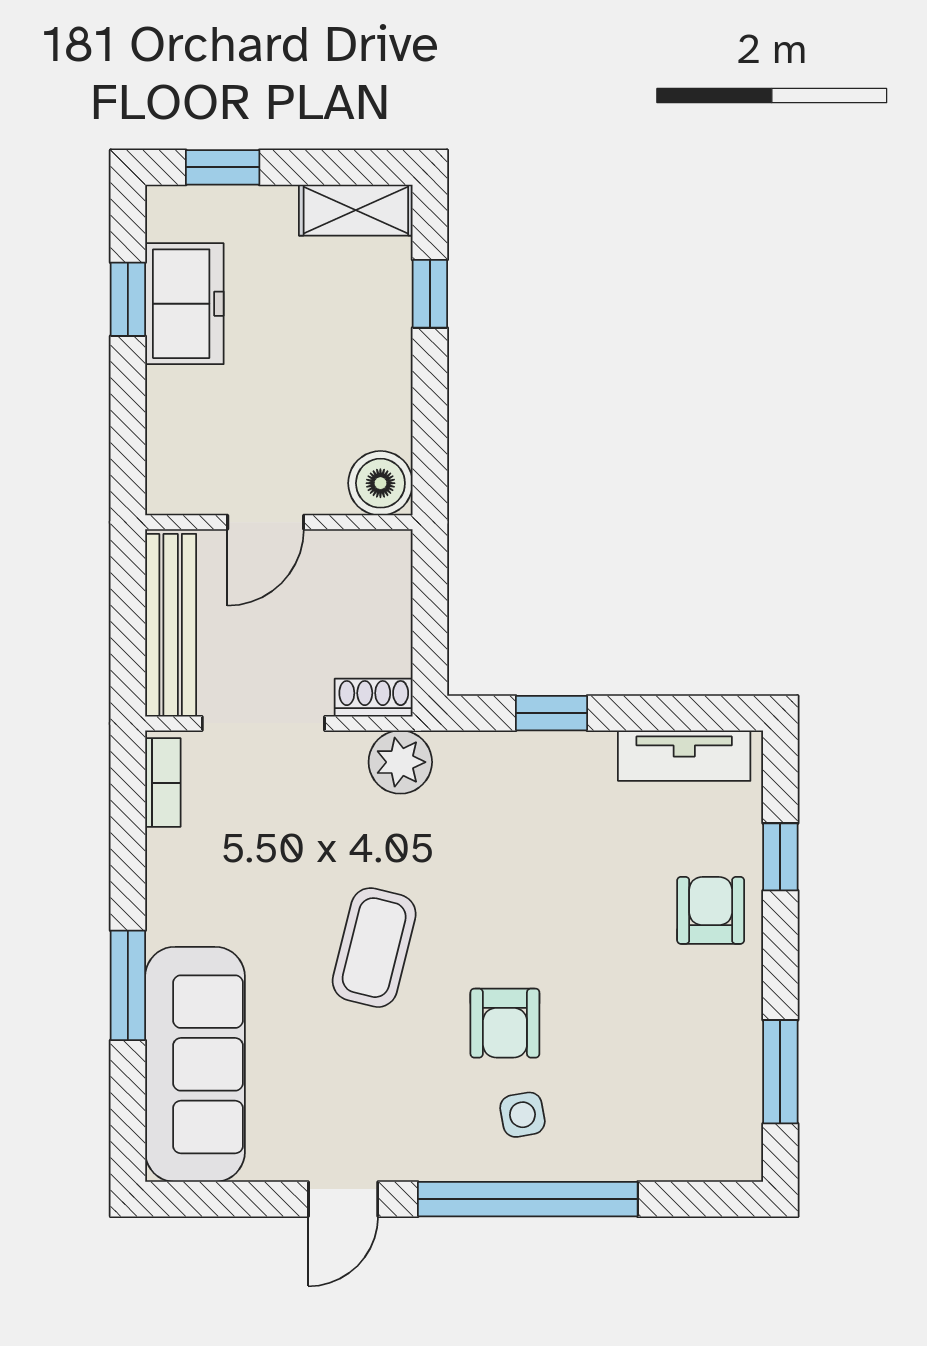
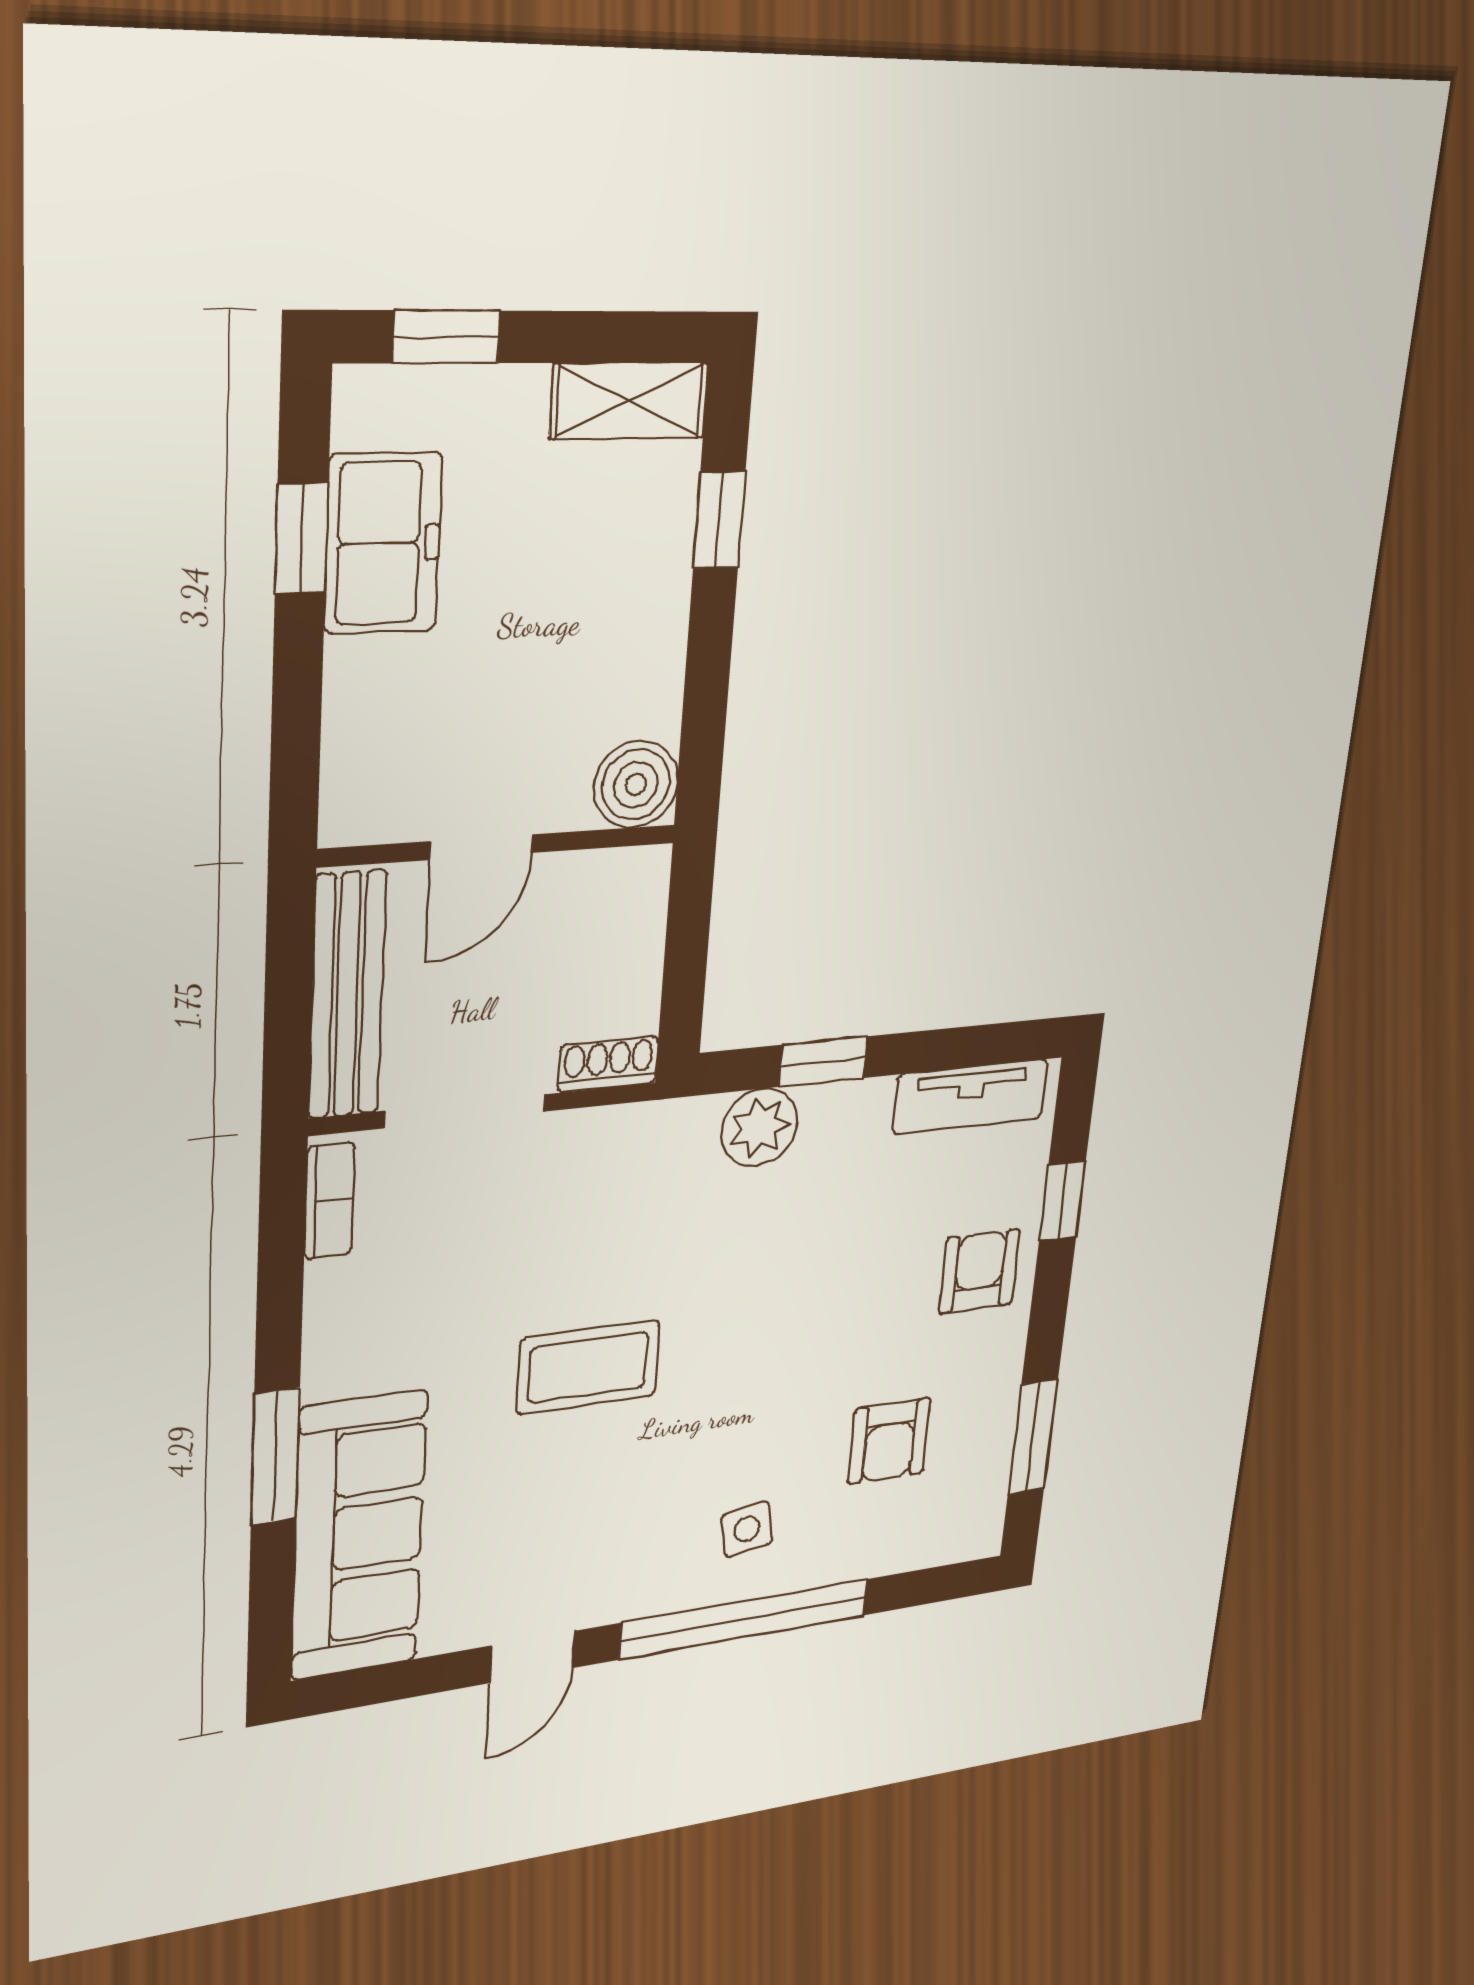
plant: (400, 762) -> (760, 1127), moved
coffee table: (374, 948) -> (588, 1367), turned 76
armchair: (505, 1023) -> (889, 1441), moved

